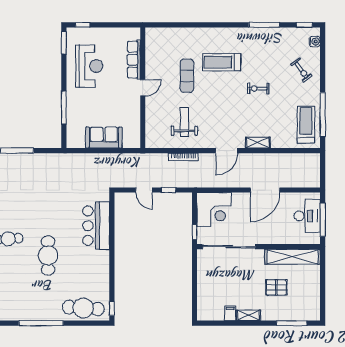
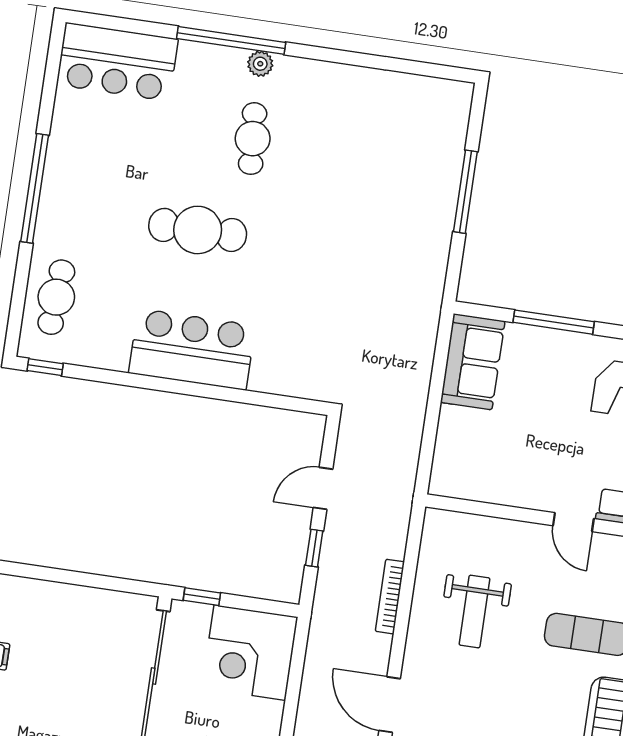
weight bench: (184, 122) -> (474, 611), turned 90
sofa: (104, 138) -> (473, 362), moved
bar counter: (96, 226) -> (192, 349), moved
cafe table: (83, 308) -> (56, 297), width x0.73, depth x0.74

